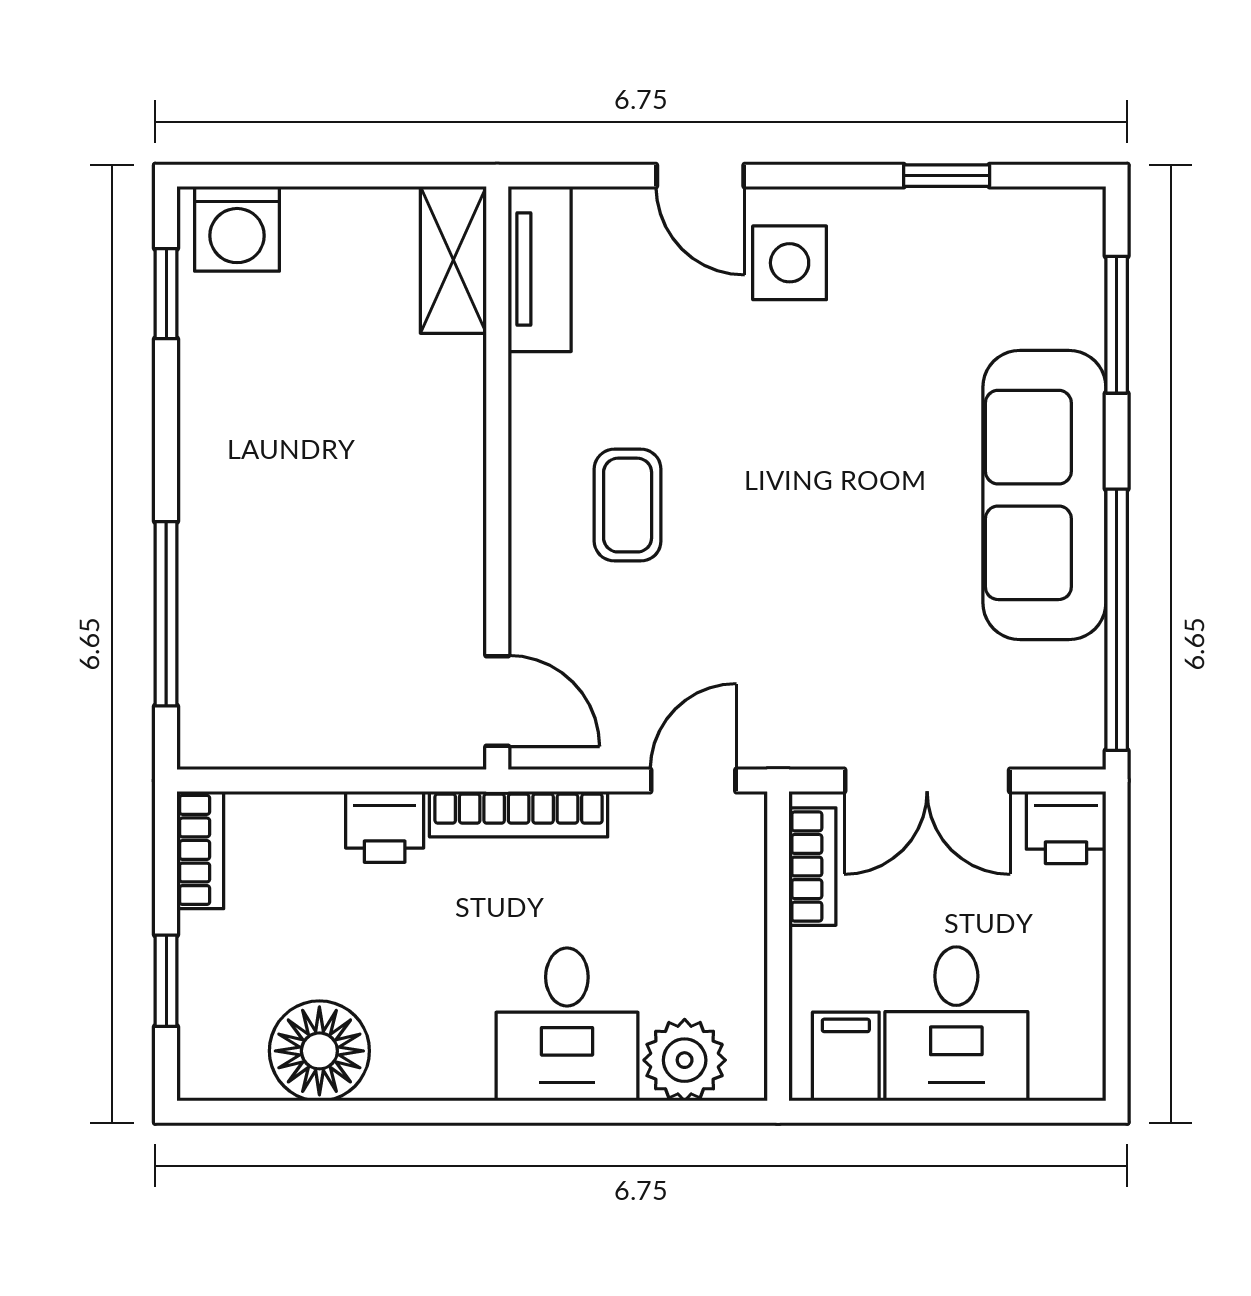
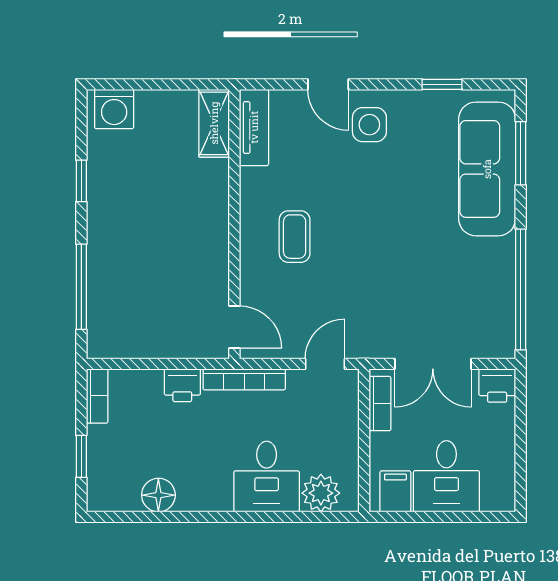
window: (166, 294) -> (81, 181), moved
sofa: (1044, 495) -> (487, 169), moved
floor lamp: (319, 1051) -> (158, 495), width x0.73, depth x0.73

